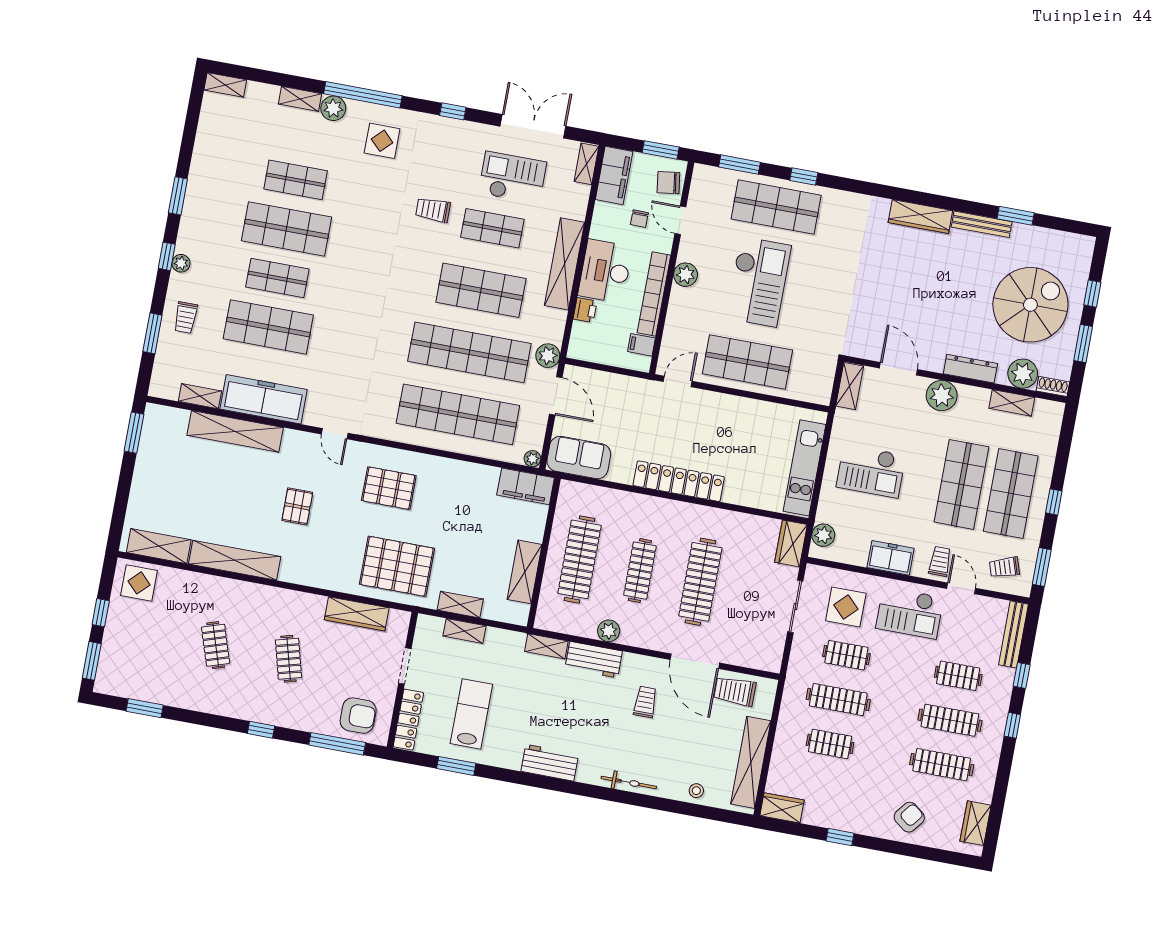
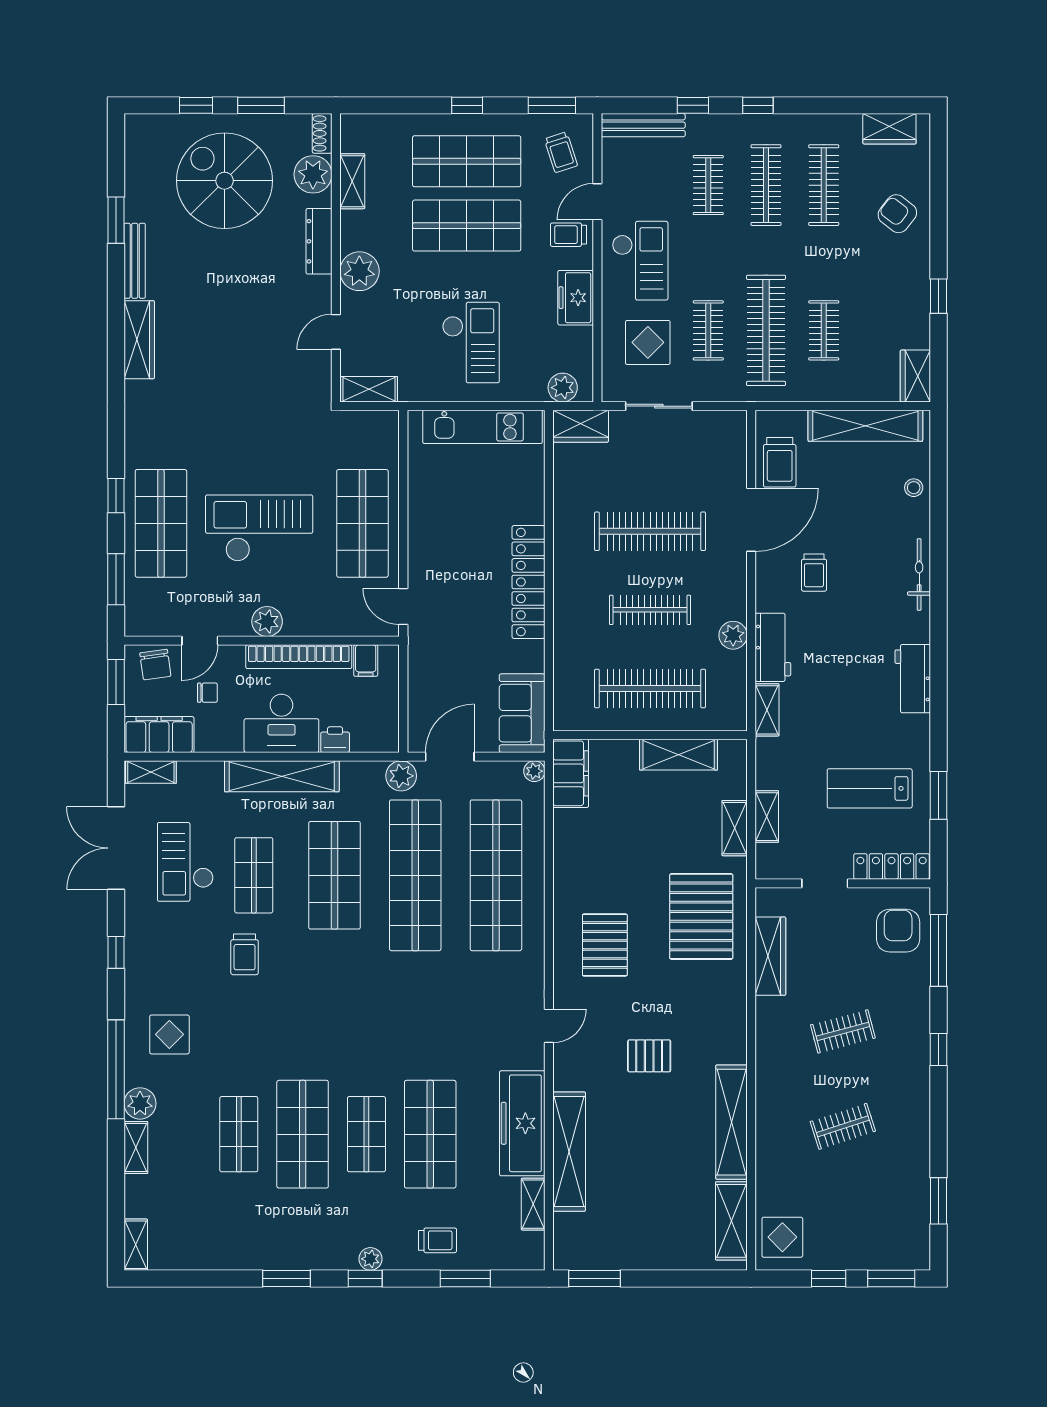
door: (898, 369) -> (336, 332), width x0.73
clothes rail: (838, 700) -> (766, 330), width x1.37, depth x1.31
trolley: (645, 702) -> (814, 573), turned -90

